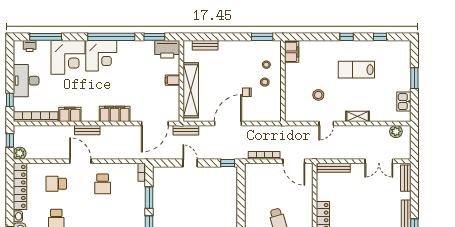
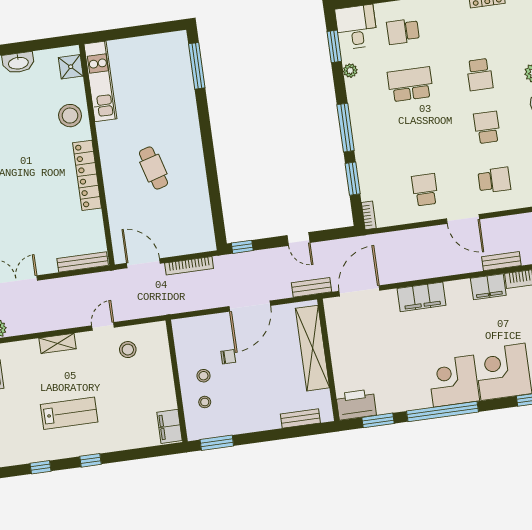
filing cabinet: (173, 80) -> (342, 359), removed
stool: (318, 95) -> (128, 350), moved
bench: (87, 130) -> (501, 261), moved

